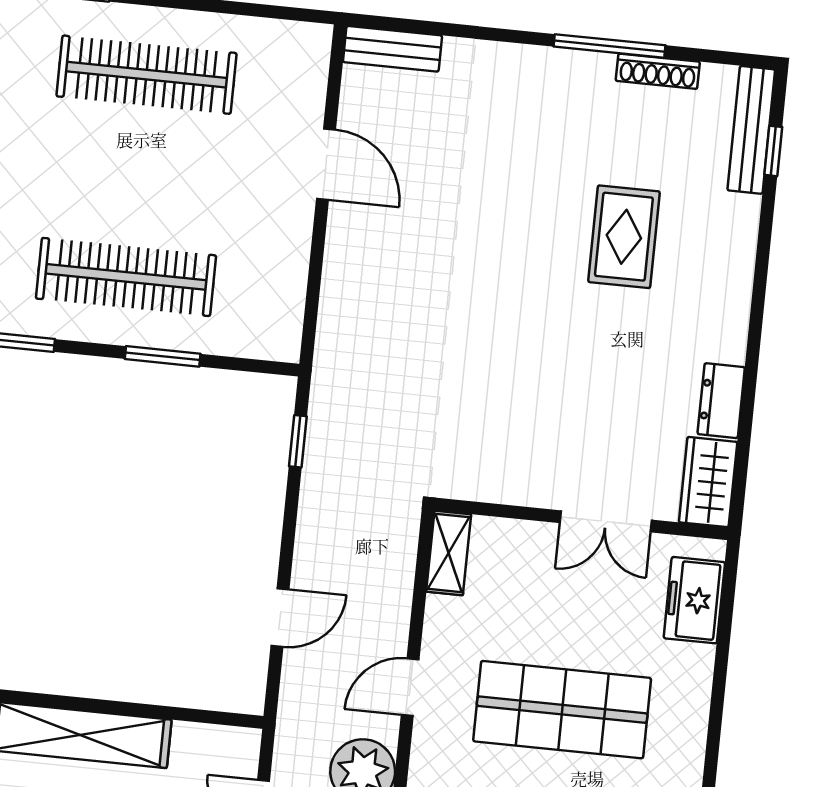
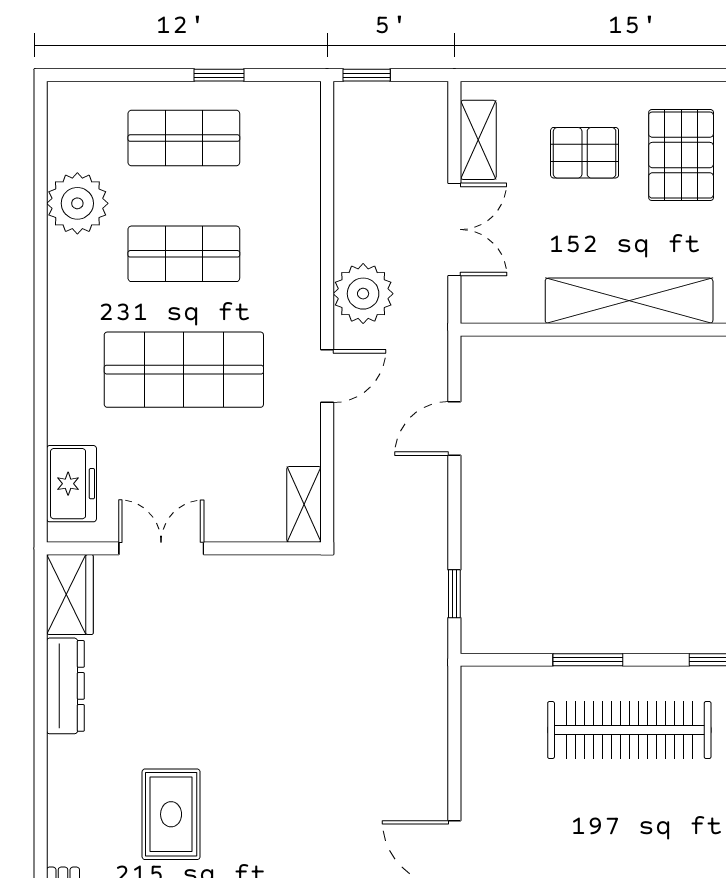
dresser: (721, 401) -> (65, 686), width x1.44

